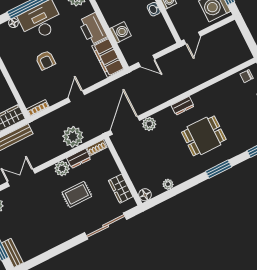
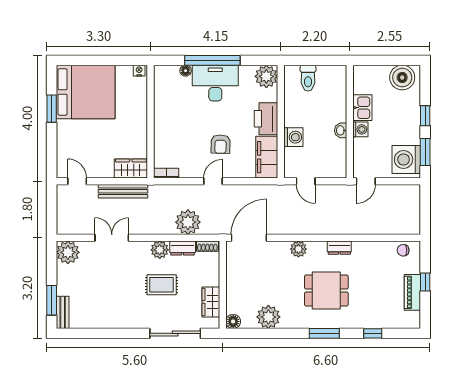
armchair: (45, 60) -> (221, 144), moved
dresser: (183, 106) -> (339, 248), moved
plant: (149, 124) -> (298, 249), moved
plant: (168, 184) -> (268, 317), width x1.87, depth x1.87

